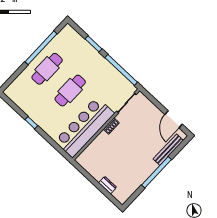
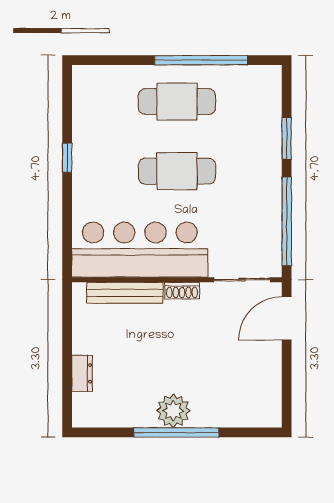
door: (174, 119) -> (287, 318), moved
bench: (168, 150) -> (125, 293), moved
plant: (148, 167) -> (173, 411), added

